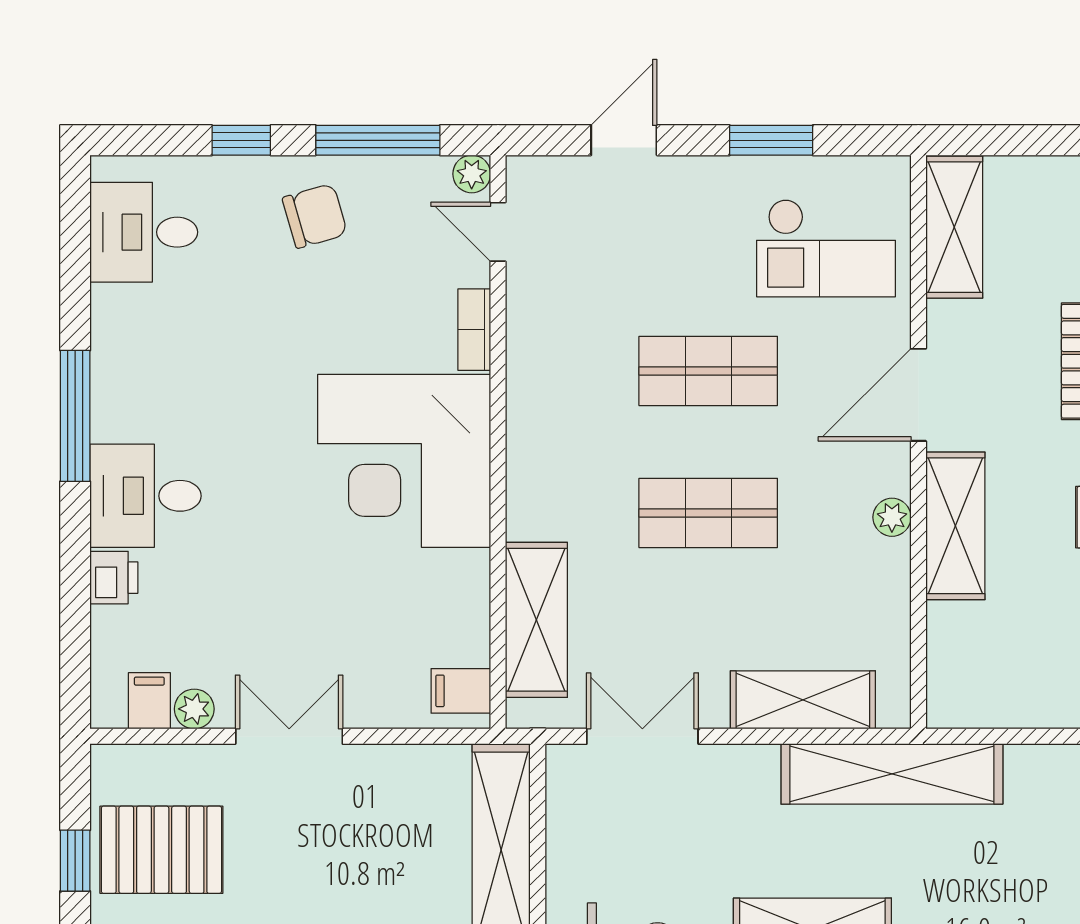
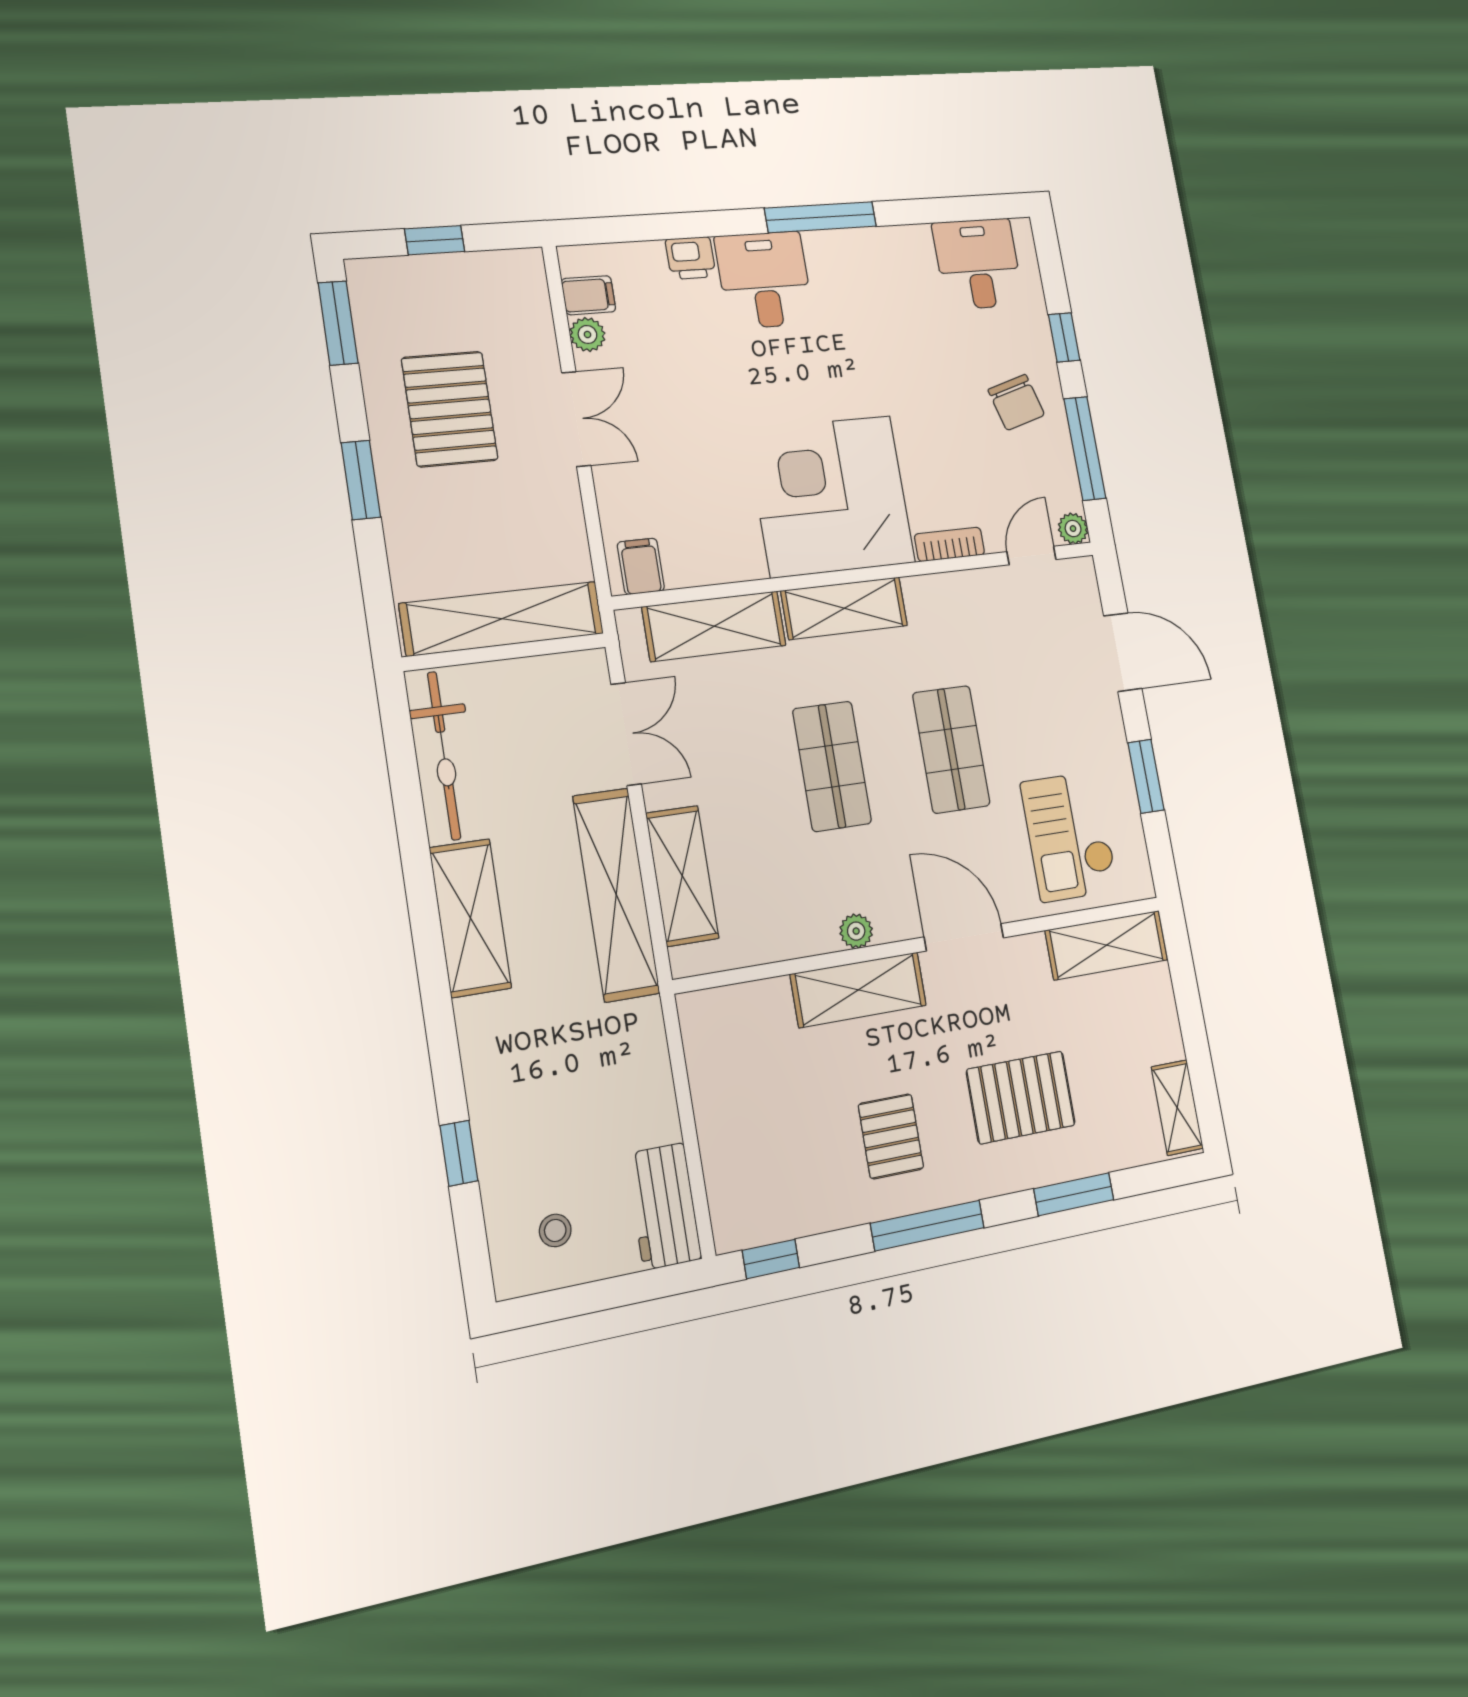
door: (624, 140) -> (1123, 652), width x1.38
shelving: (534, 468) -> (844, 608), added
shelving: (892, 774) -> (616, 894), moved
pallet: (161, 850) -> (450, 409), moved

